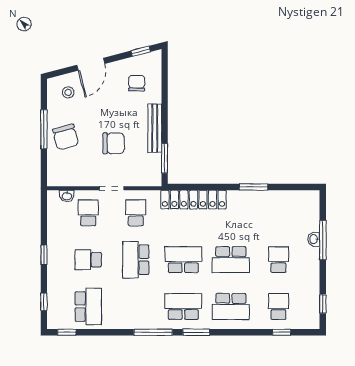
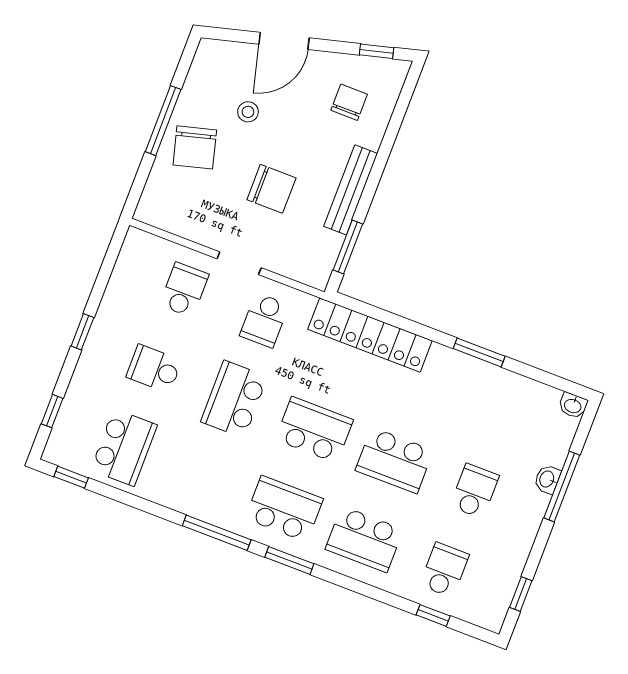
stool: (68, 92) -> (248, 112), moved
washbasin: (67, 196) -> (573, 405), moved
school desk: (136, 213) -> (264, 320), turned 180

